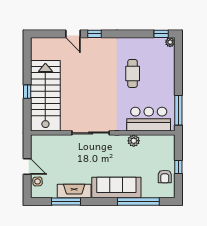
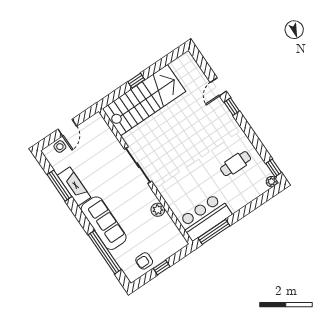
cafe table: (133, 73) -> (236, 164), moved
bar counter: (149, 119) -> (205, 217), moved, turned -90

